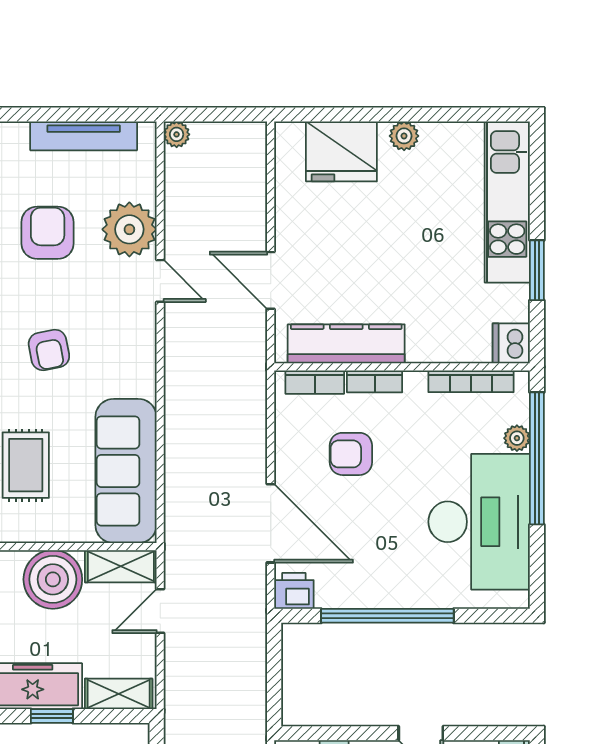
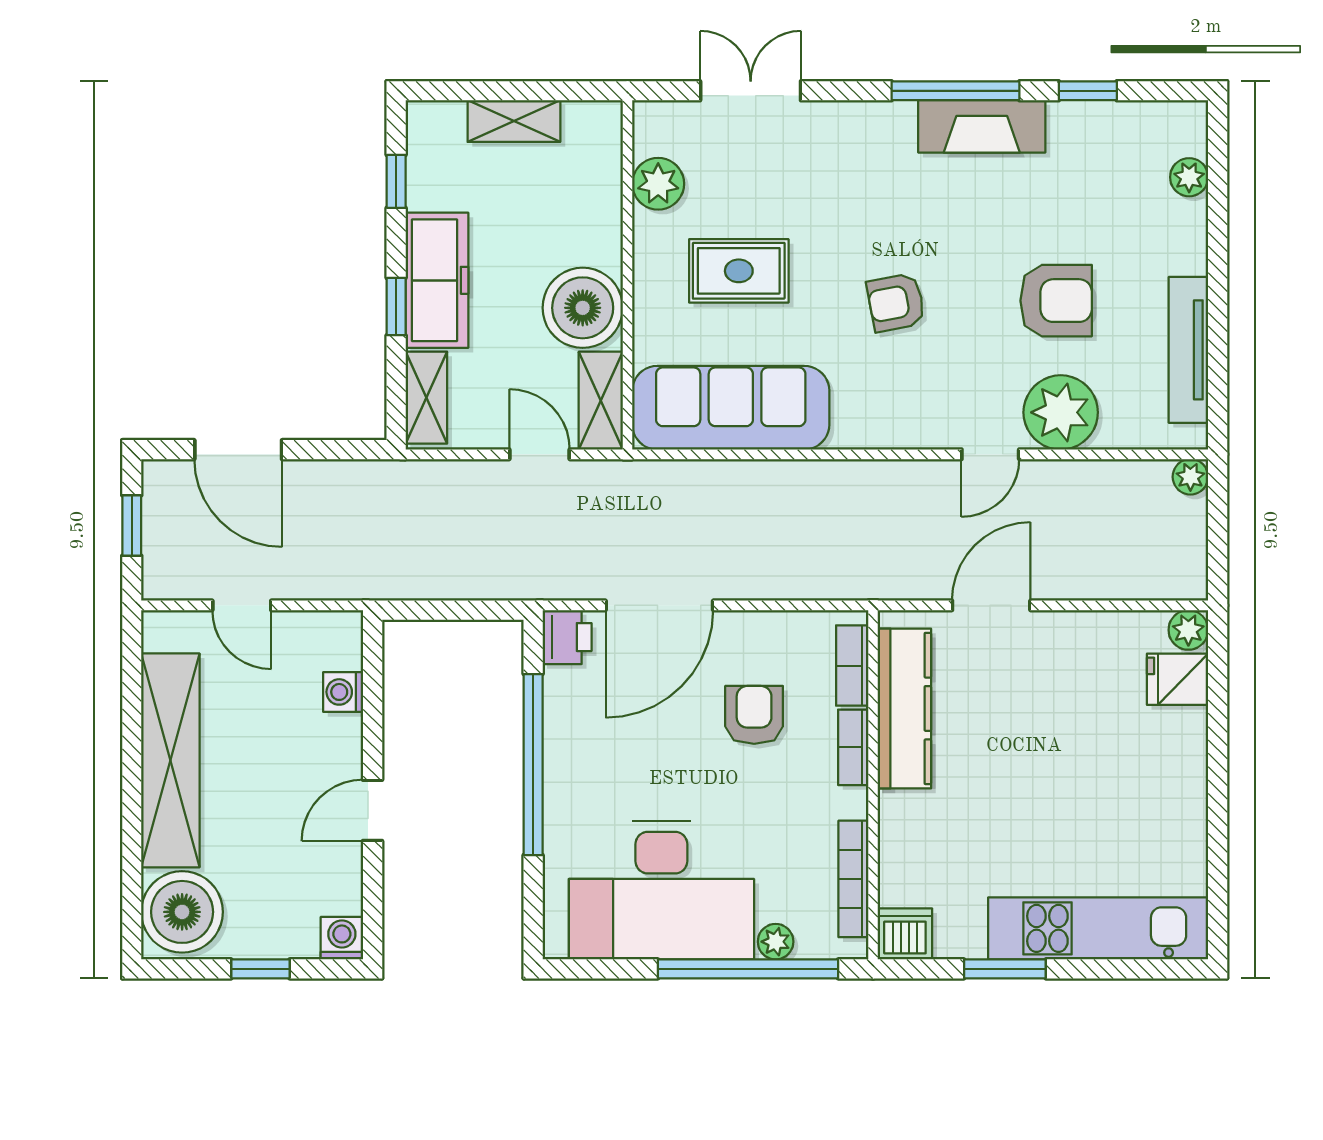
plant: (404, 136) -> (1188, 630), moved
fridge: (341, 151) -> (1178, 679), width x0.53, depth x0.75

